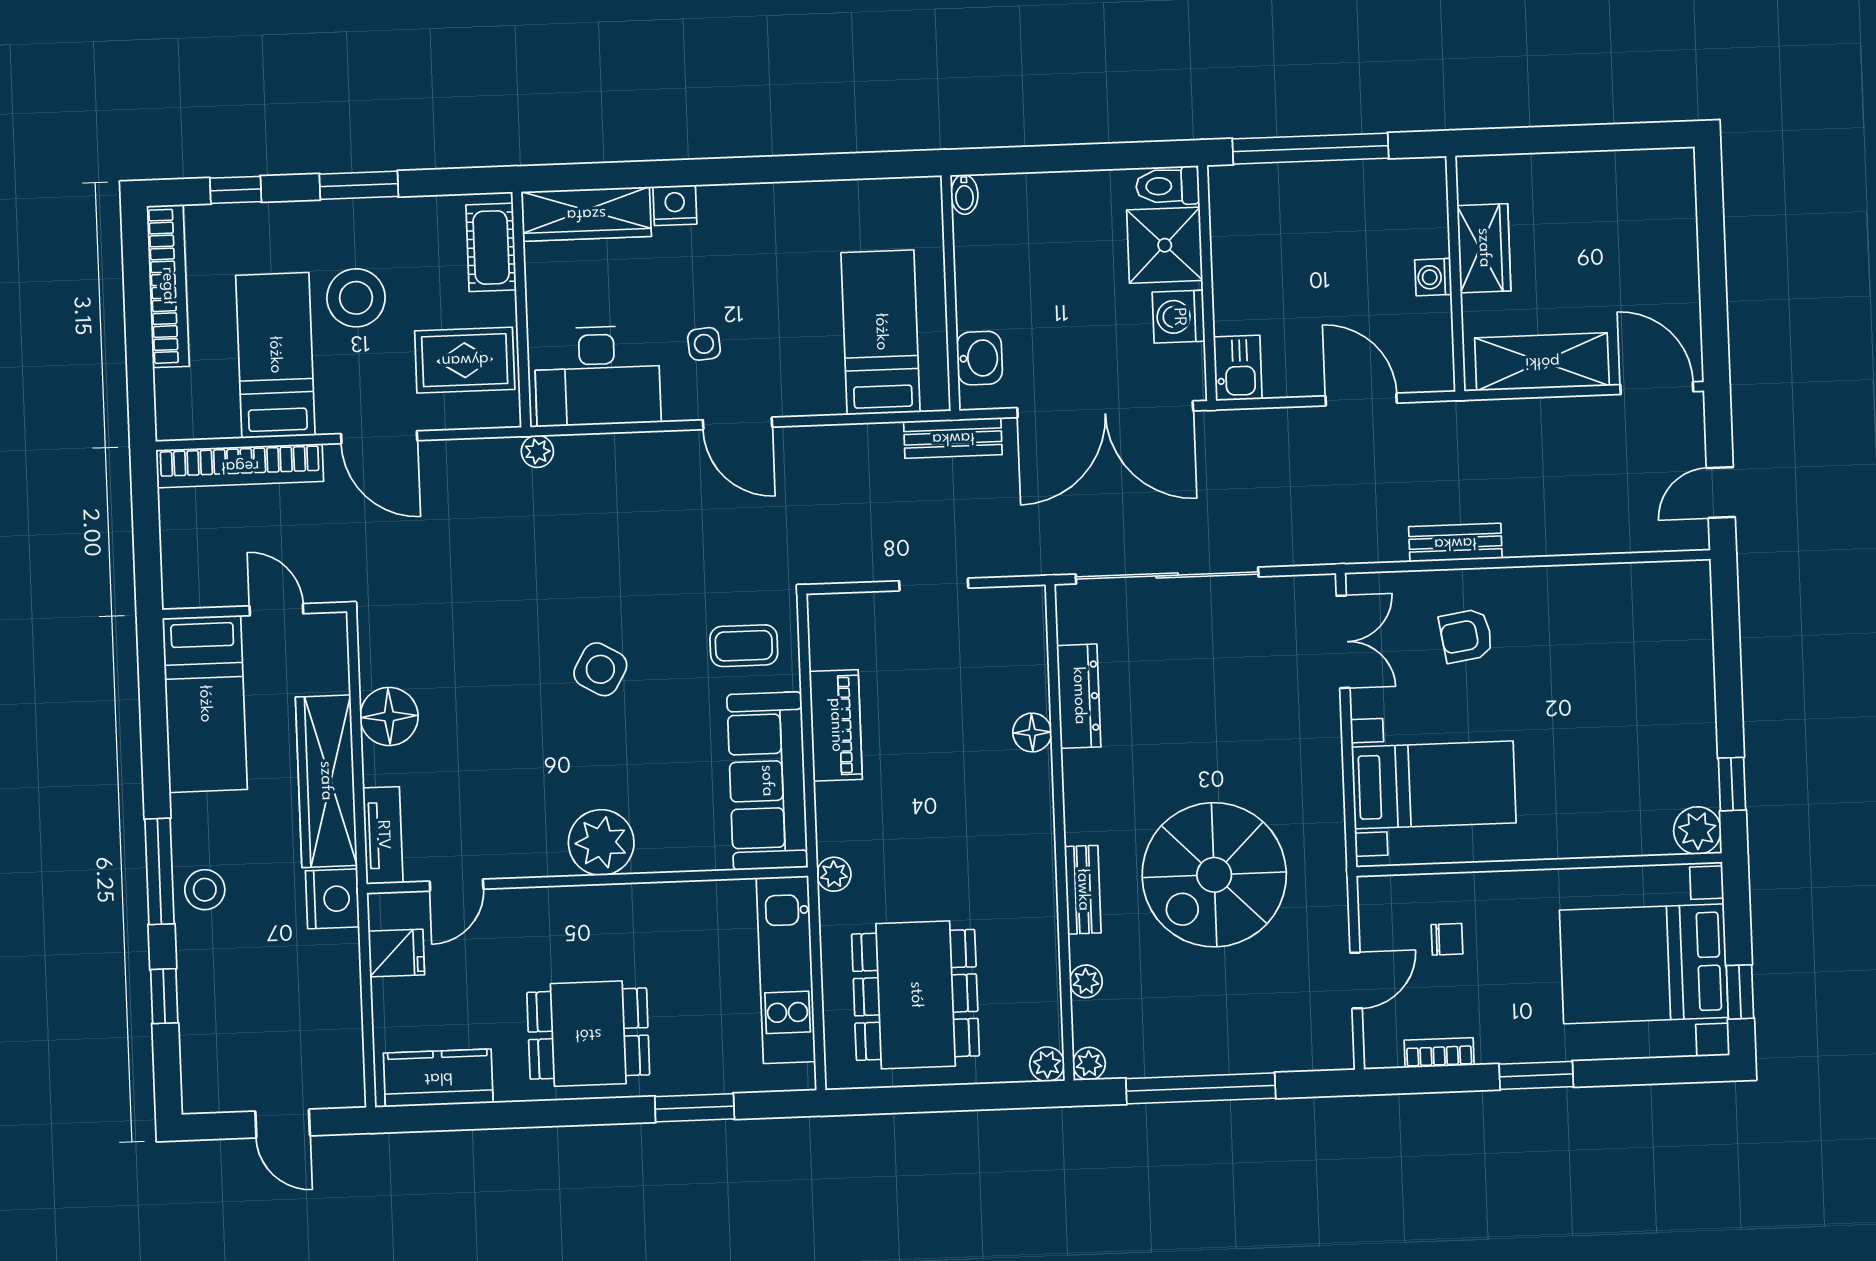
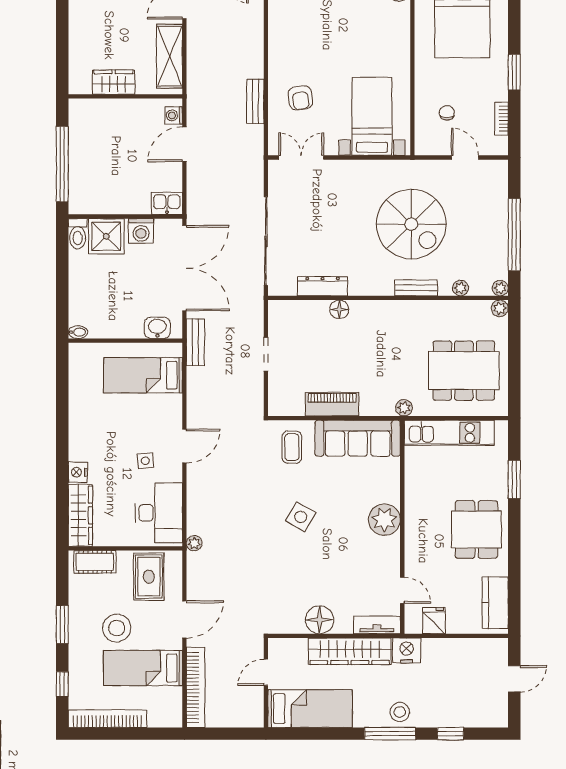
washing machine: (1433, 277) -> (174, 115), moved, turned 90

